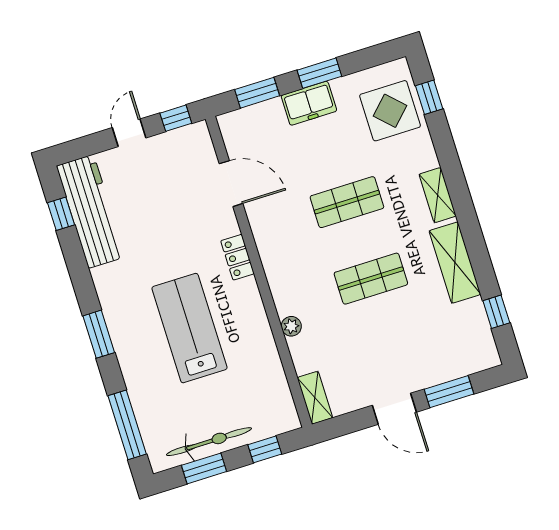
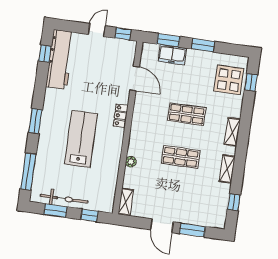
freezer: (309, 103) -> (172, 55), moved
shelving: (455, 263) -> (227, 169), width x0.67, depth x0.75

